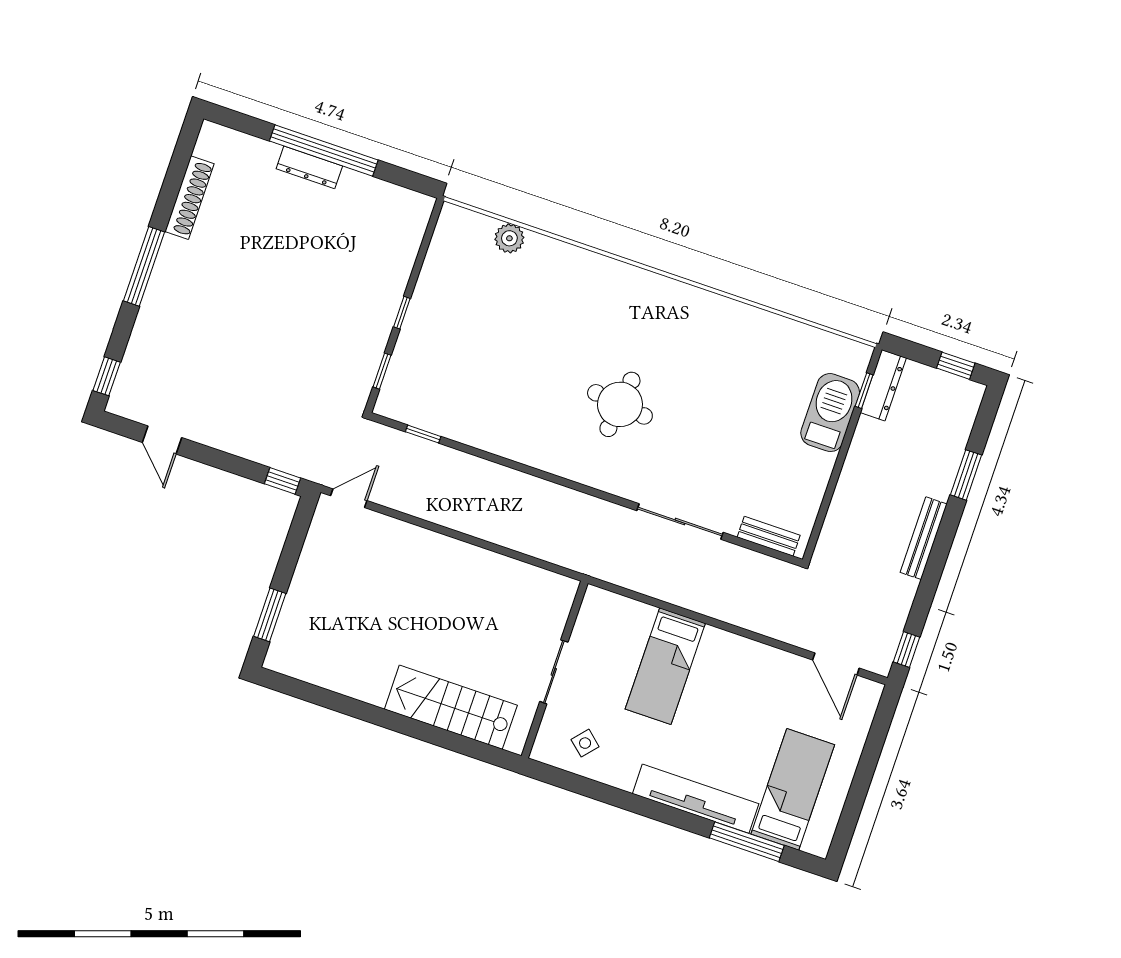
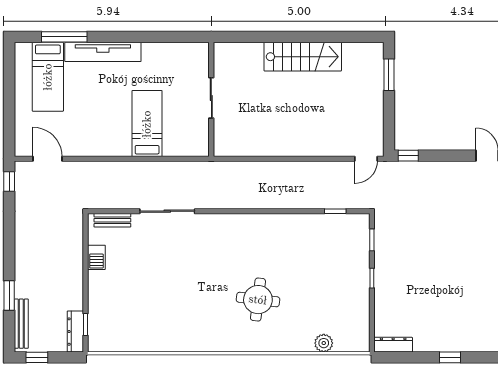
window: (324, 151) -> (450, 357), width x0.32
dresser: (309, 167) -> (393, 345), moved
round table: (620, 404) -> (258, 300), moved
barbecue: (830, 413) -> (96, 257), moved, width x0.53, depth x0.65
bench: (924, 538) -> (21, 324), moved
stairs: (451, 707) -> (303, 57), moved
side table: (585, 743) -> (179, 62), removed

